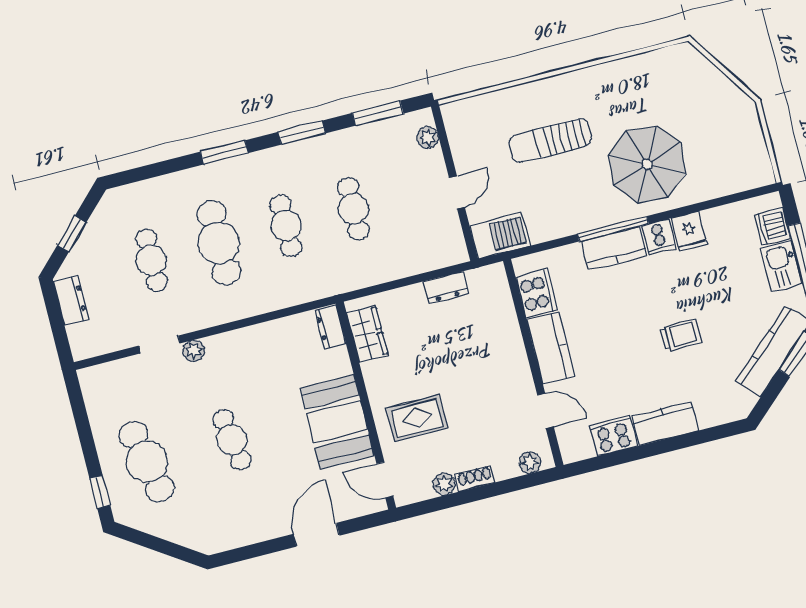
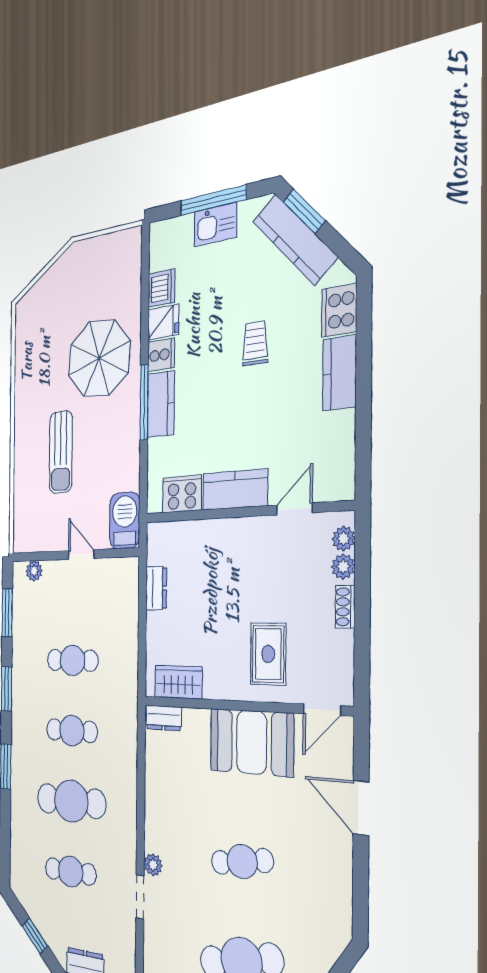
dishwasher: (773, 227) -> (161, 288), moved, turned -90
cooker: (613, 436) -> (339, 310), moved
plant: (444, 484) -> (343, 567), moved

